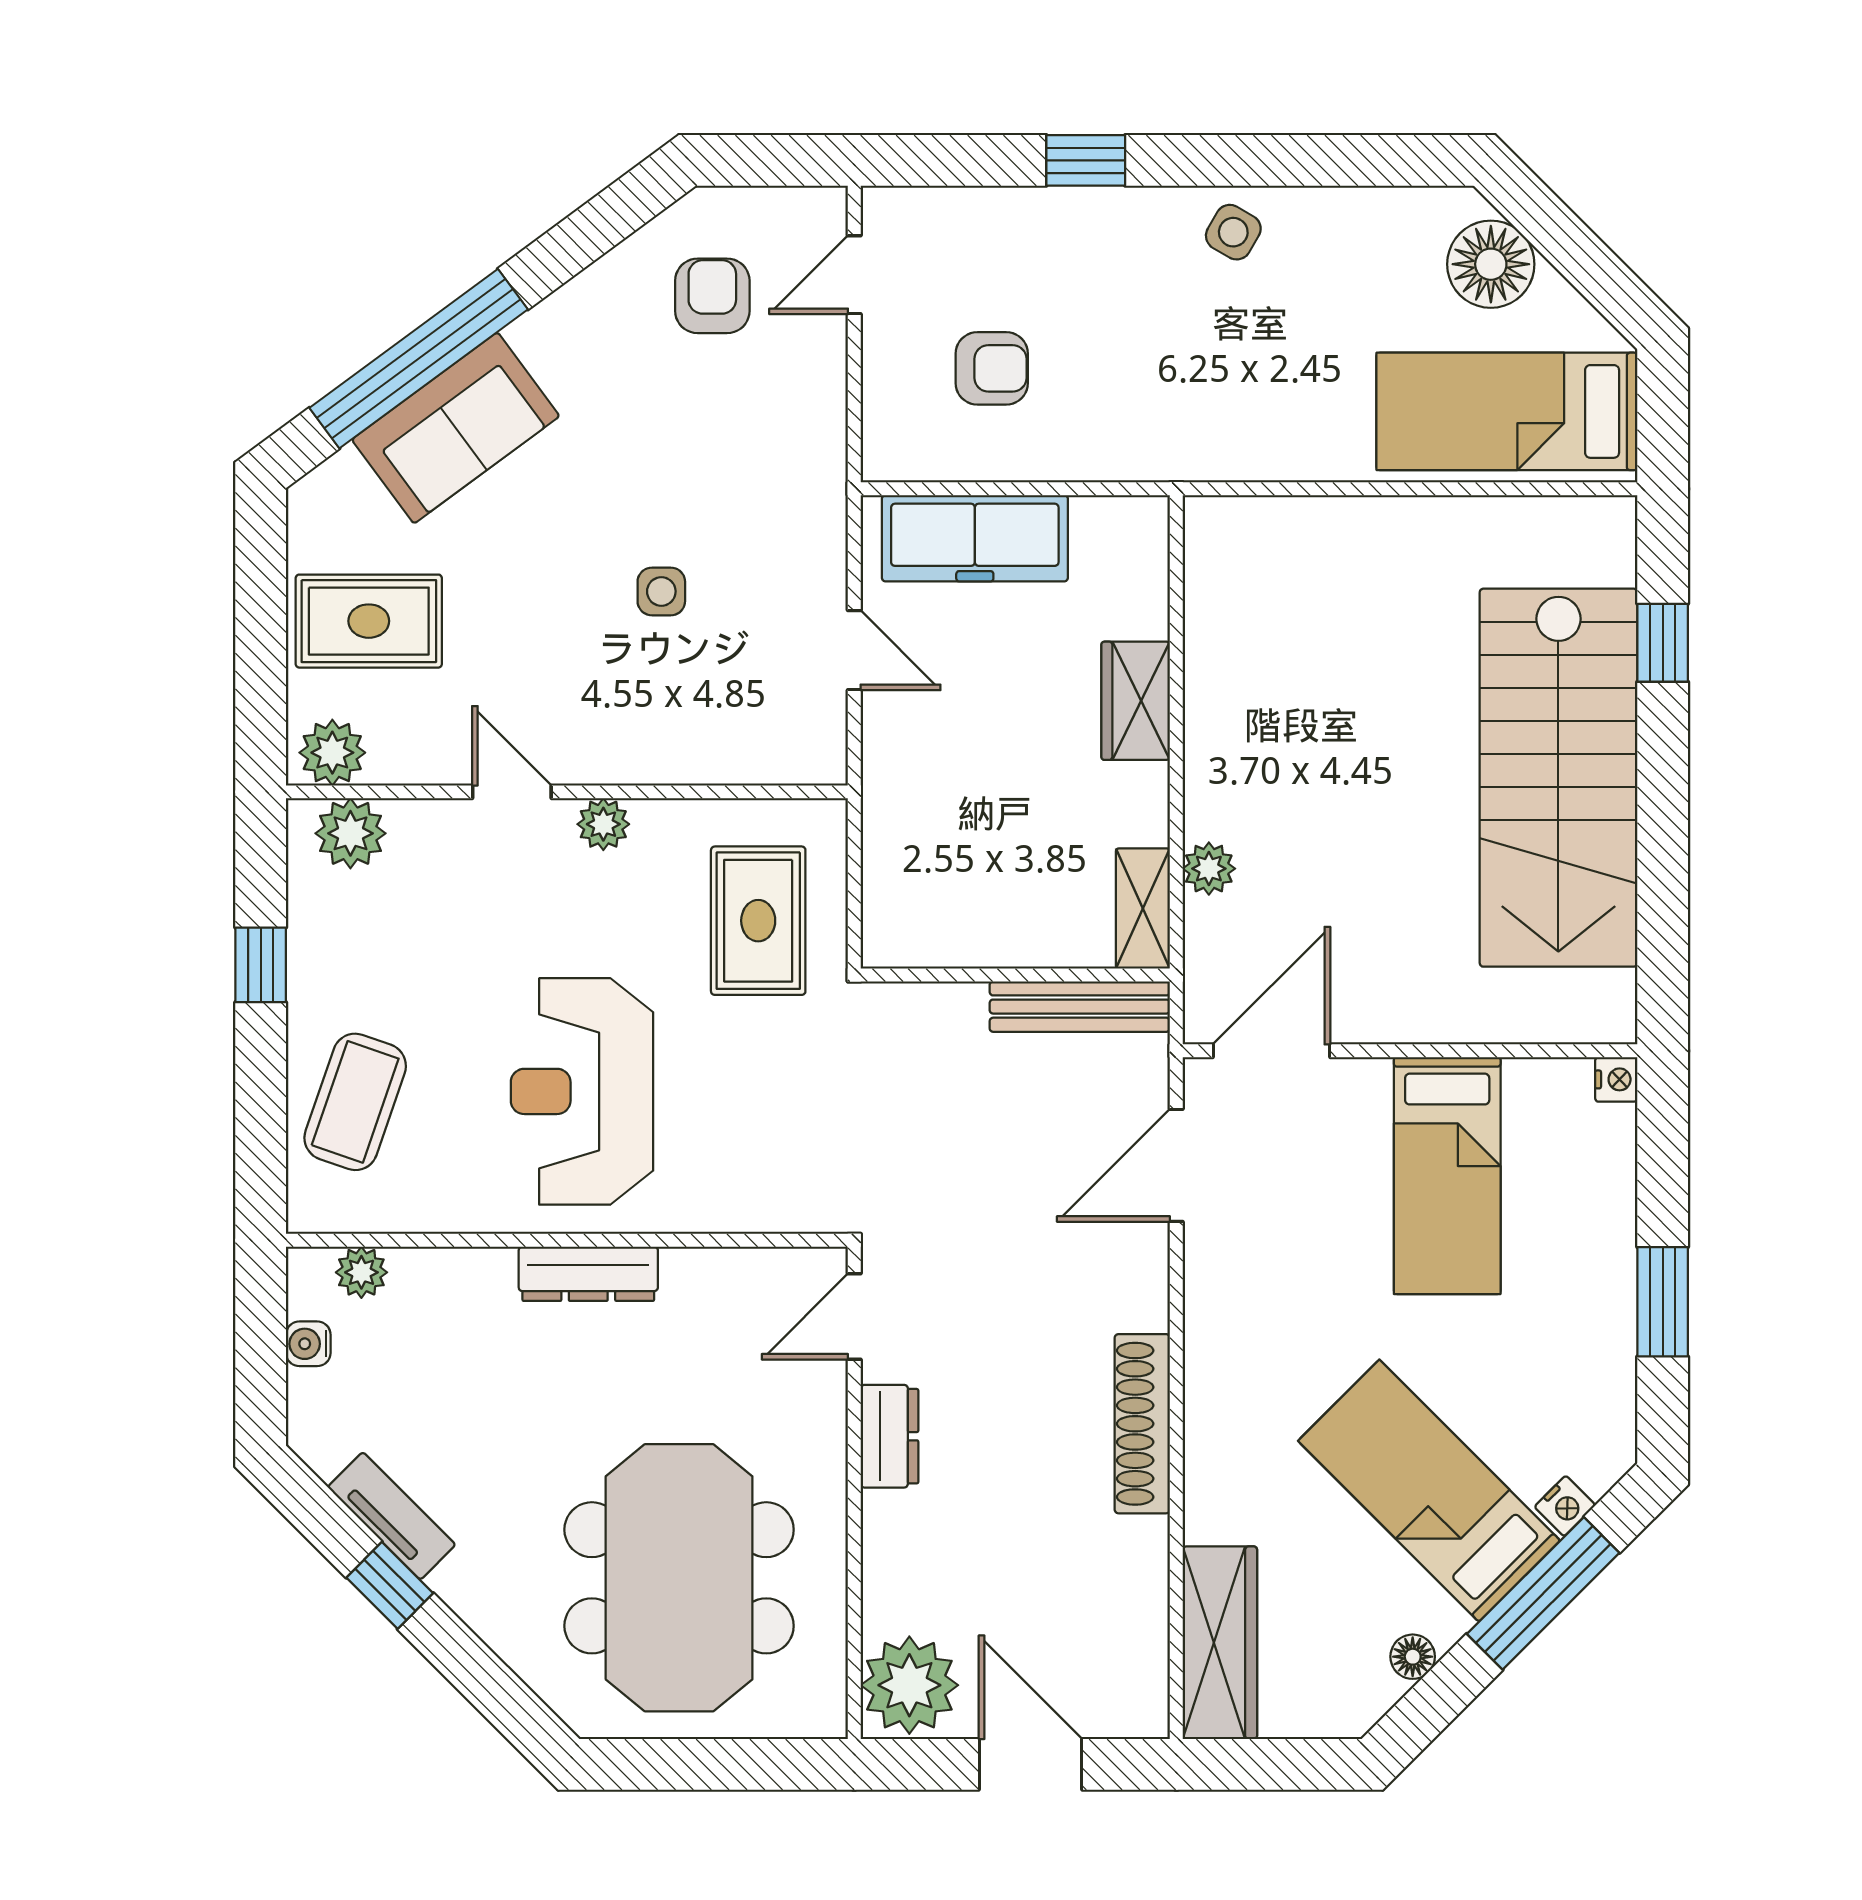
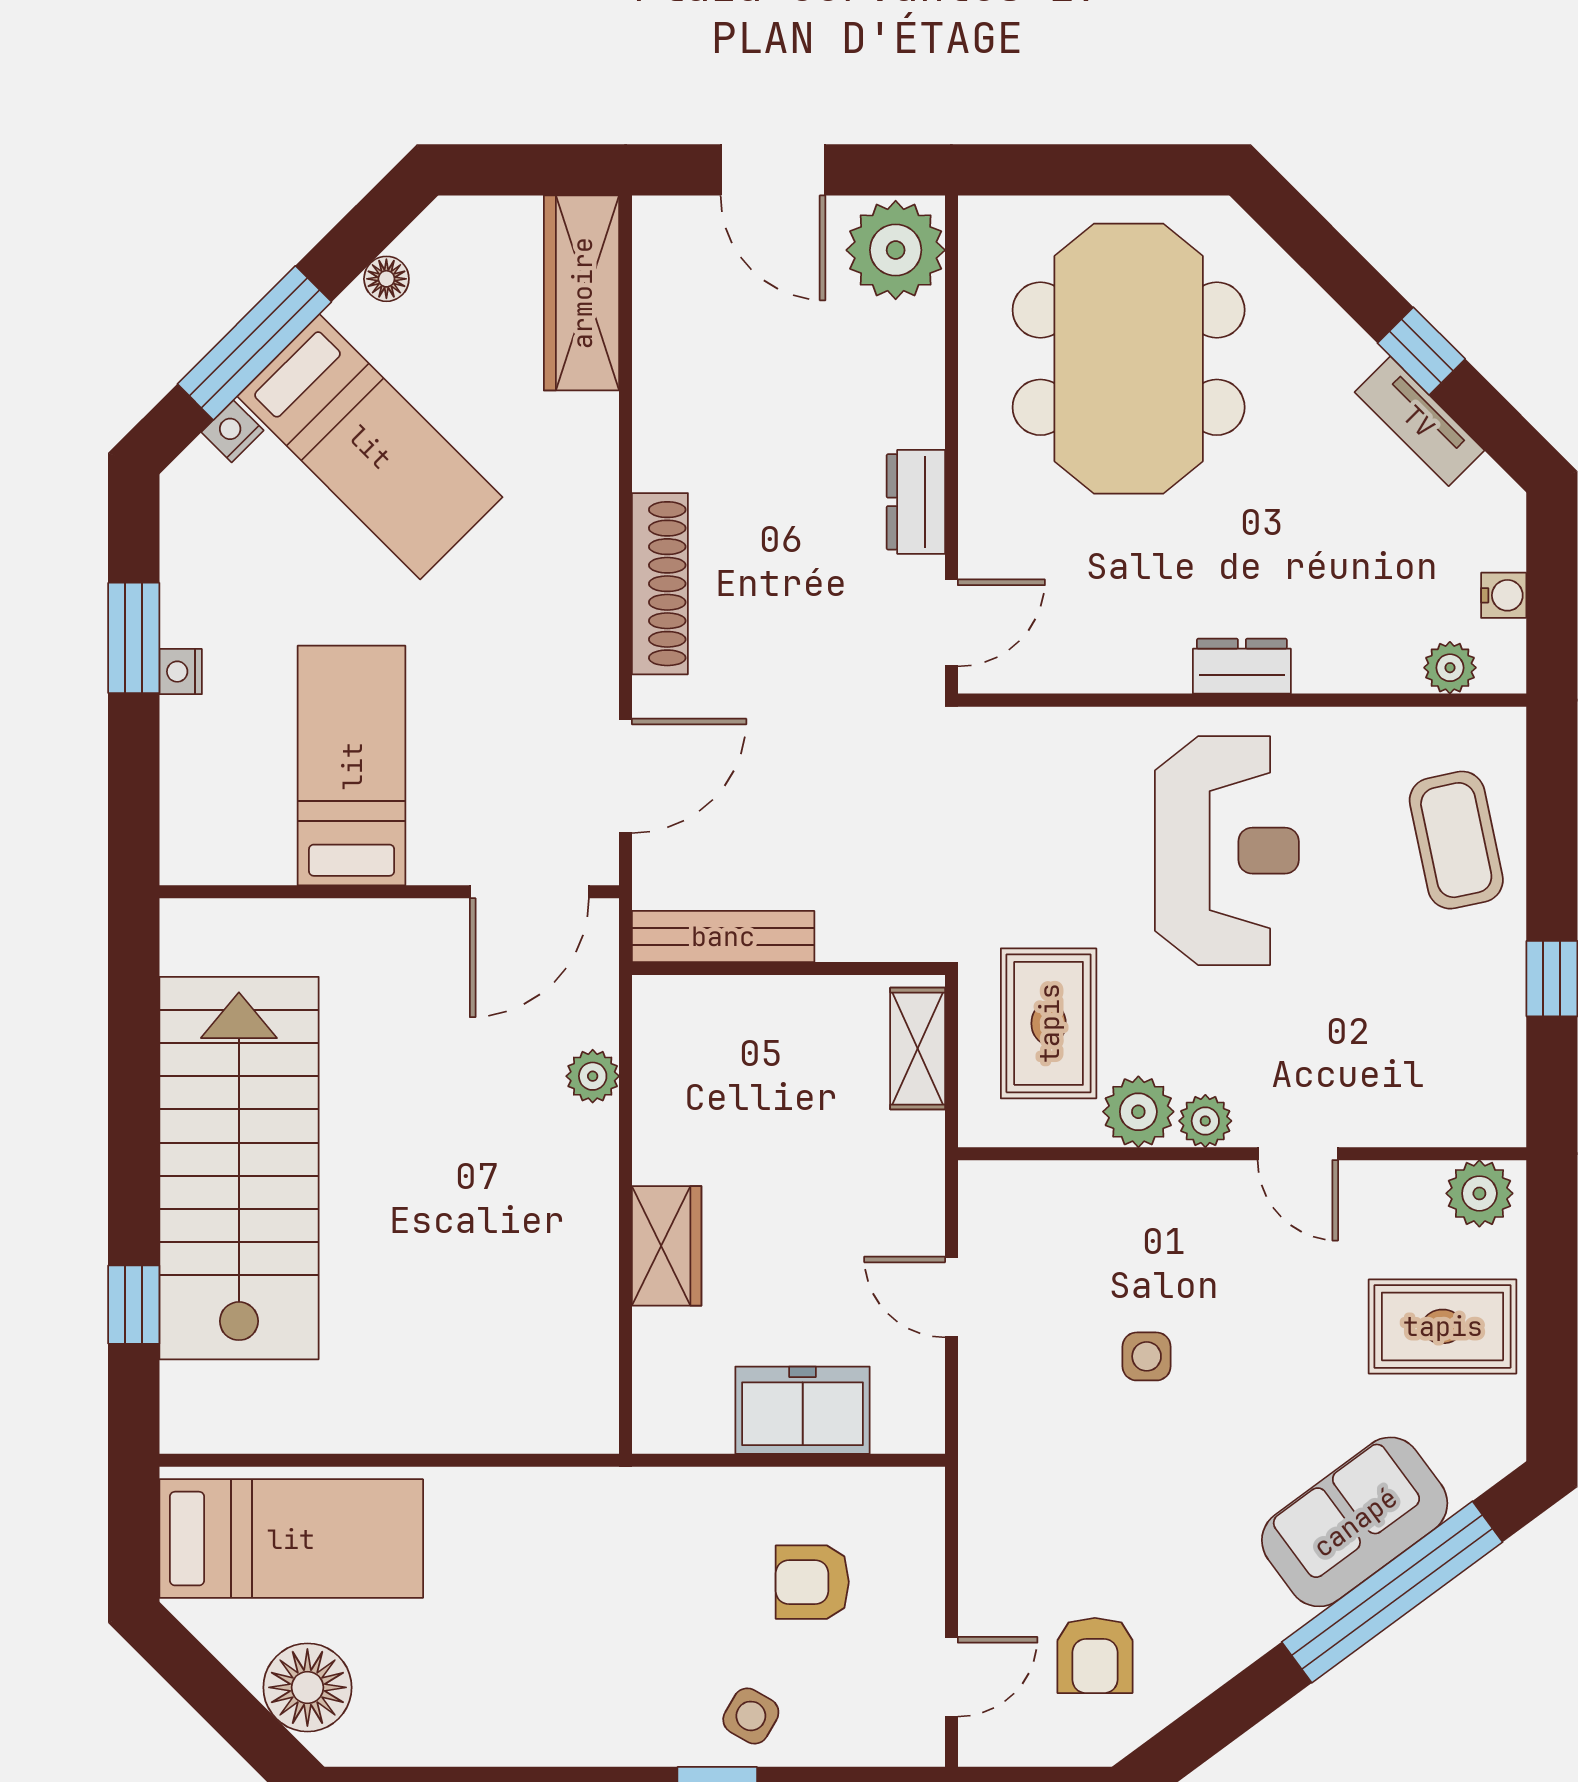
side table: (1233, 232) -> (751, 1716), moved
freezer: (975, 538) -> (803, 1410), width x0.71
plant: (350, 833) -> (1138, 1112), moved
shelving: (1143, 909) -> (918, 1049), moved
nightstand: (1616, 1079) -> (181, 672), moved
coffee table: (355, 1102) -> (1456, 840), turned -31
dresser: (588, 1274) -> (1242, 666), width x0.70
shoe rack: (1142, 1424) -> (660, 584), moved

